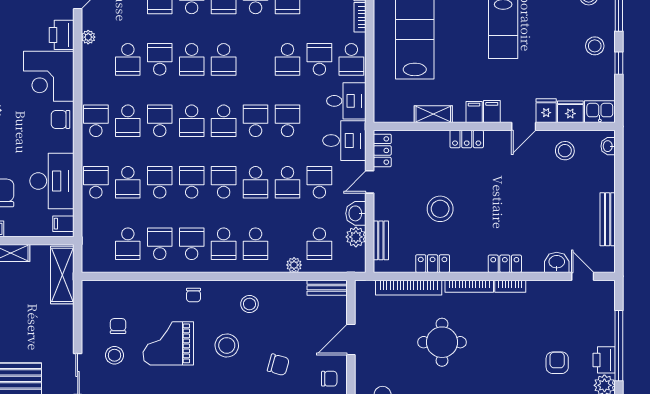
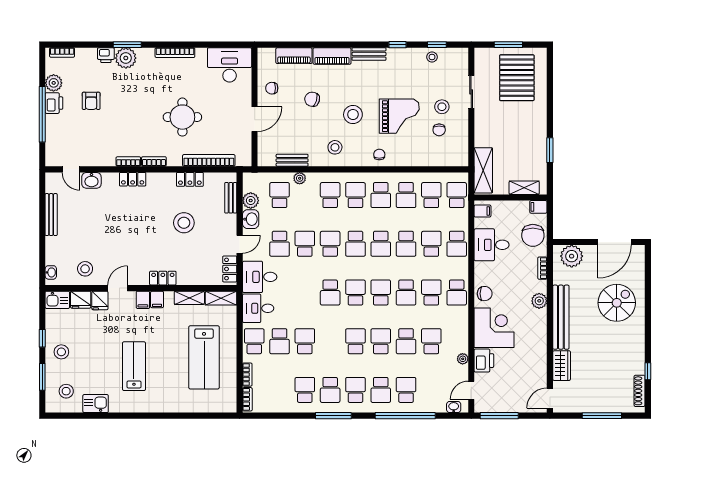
shelving: (393, 114) -> (221, 298), added
school desk: (287, 121) -> (457, 195), moved, turned 180
desk: (52, 181) -> (492, 245), width x0.73
bookcase: (469, 286) -> (154, 161), width x0.64
bench: (327, 288) -> (292, 160), moved

